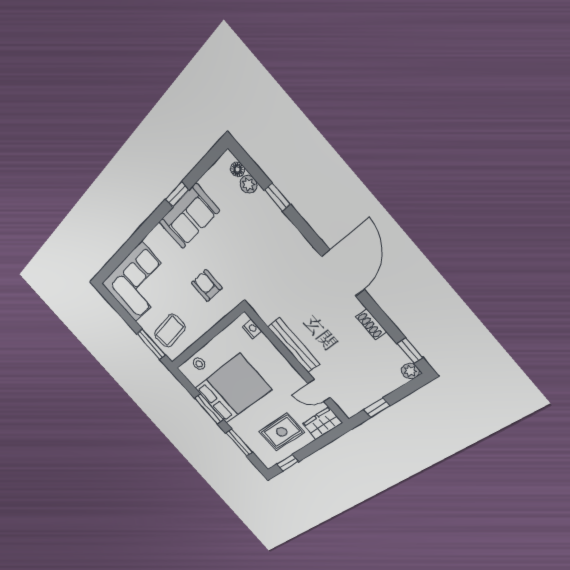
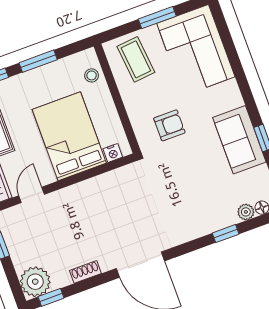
window: (151, 344) -> (157, 18), moved
bench: (294, 345) -> (85, 189), removed
plant: (410, 371) -> (35, 282), width x1.87, depth x1.87
bed: (233, 389) -> (69, 136), moved, turned 180

